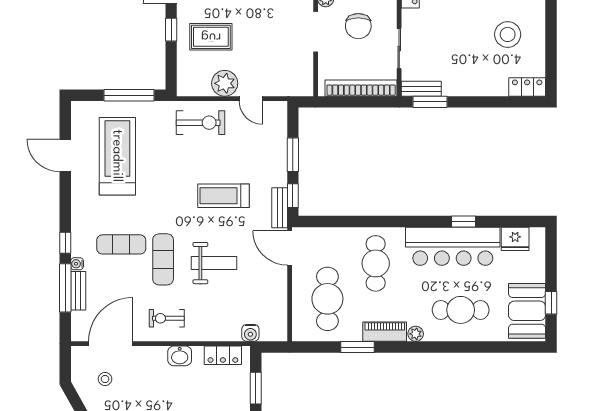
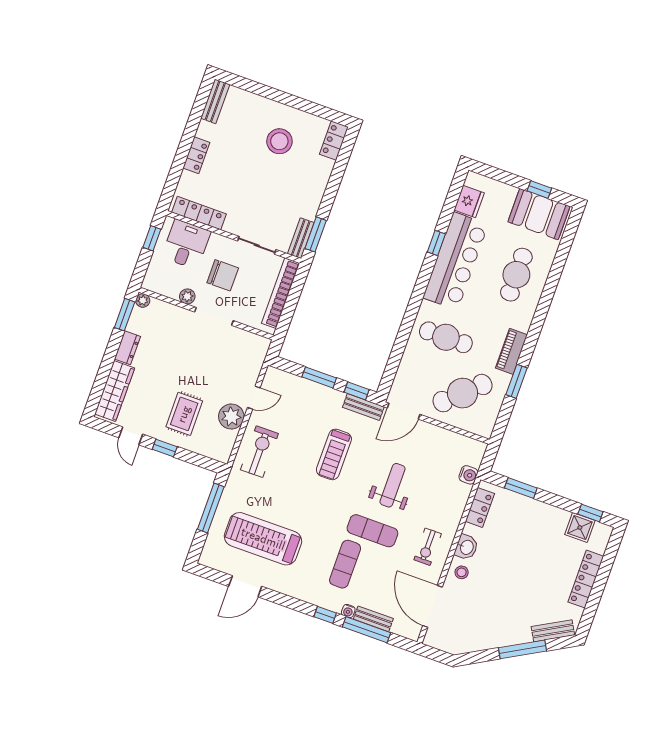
cafe table: (327, 299) -> (463, 393), turned -43
plant: (416, 334) -> (523, 324), removed
stool: (105, 379) -> (462, 572), moved

